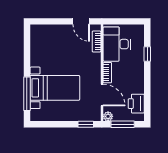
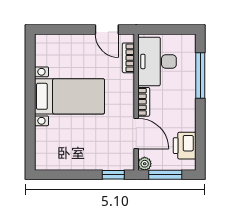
window: (147, 54) -> (200, 75), width x2.17
bed with nightstands: (55, 88) -> (69, 96), moved
window: (27, 94) -> (30, 132), removed

